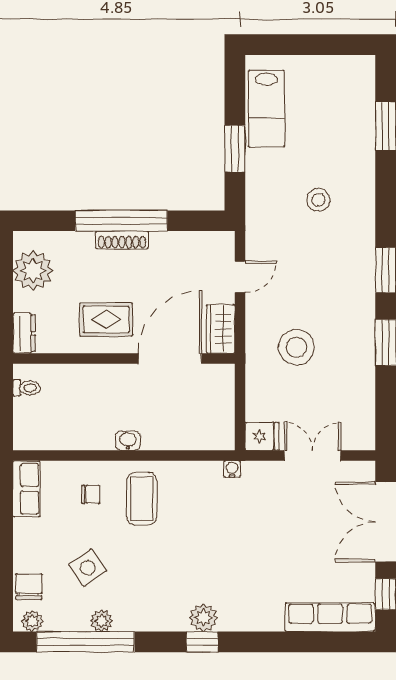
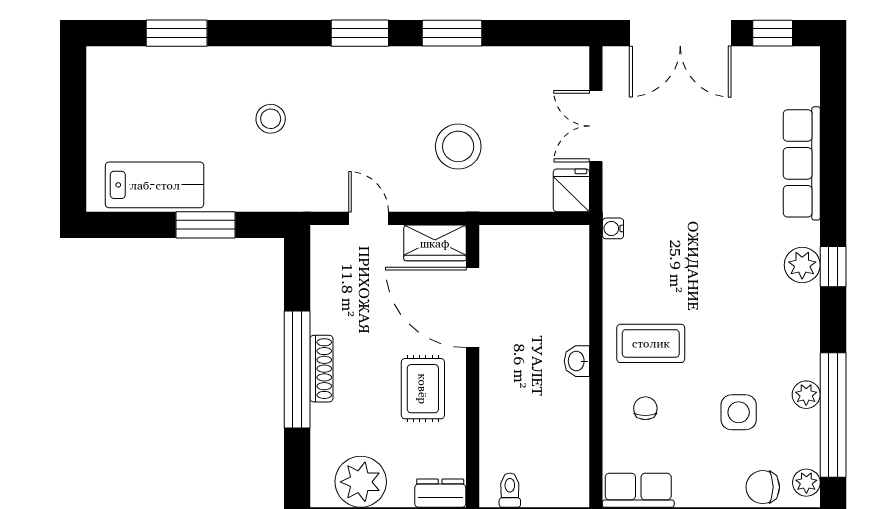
side table: (88, 568) -> (739, 412), turned 35
row of seats: (330, 617) -> (802, 163), moved

